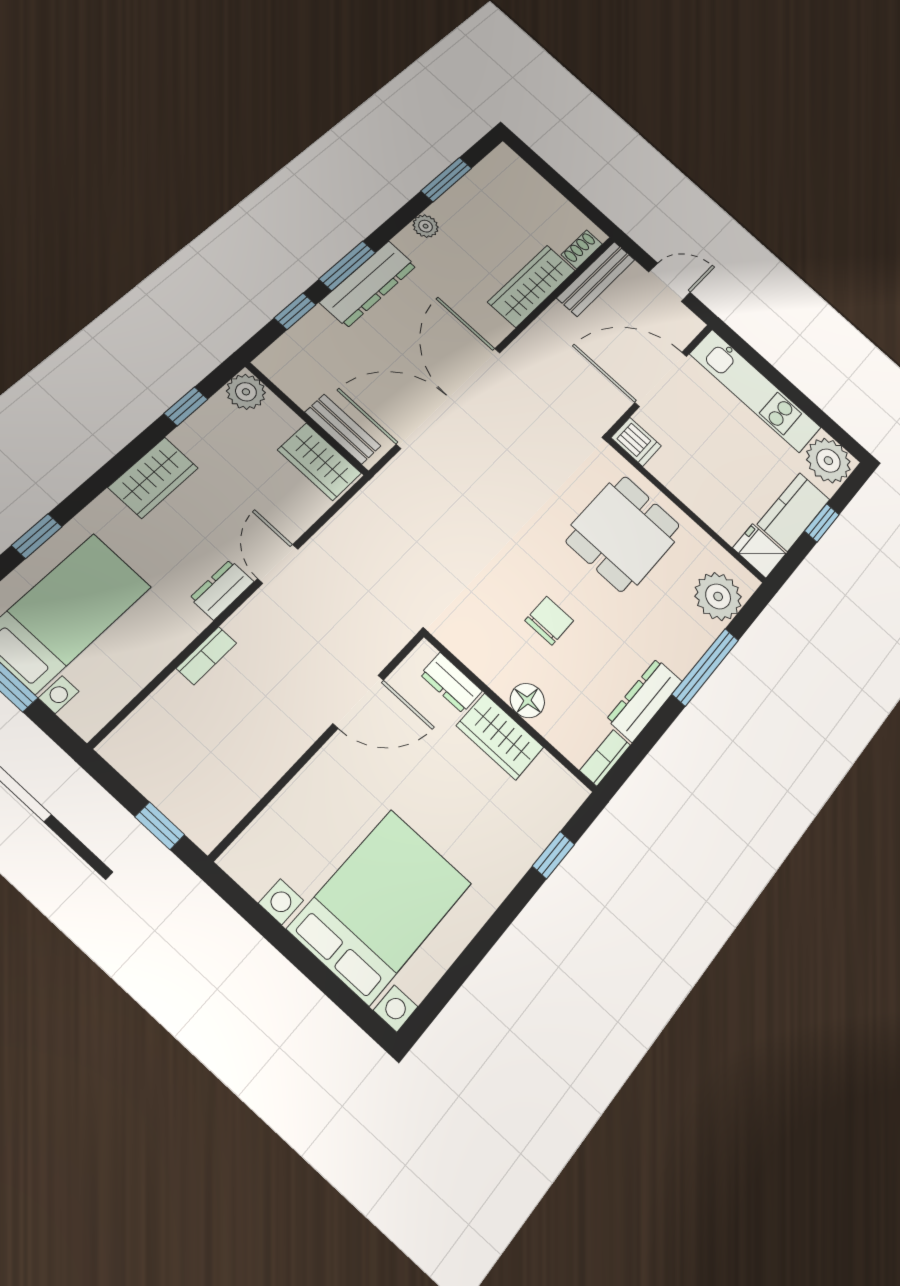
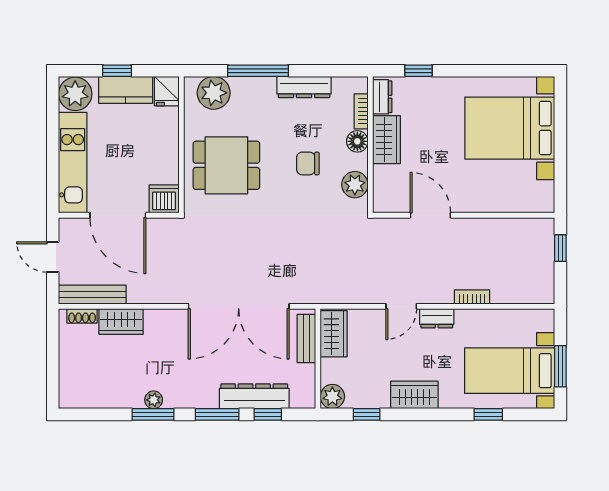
window: (446, 180) -> (153, 414), moved
dresser: (368, 284) -> (254, 396), moved
wardrobe: (532, 286) -> (121, 321), width x0.67
dishwasher: (636, 442) -> (164, 199), width x1.38
plant: (477, 649) -> (355, 185), added
dresser: (451, 683) -> (382, 97), moved
bookcase: (605, 758) -> (361, 111), moved, turned 90

